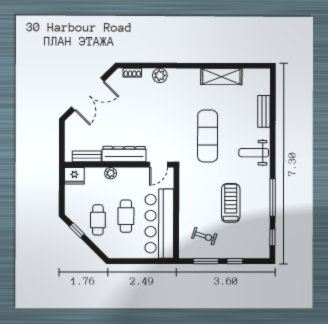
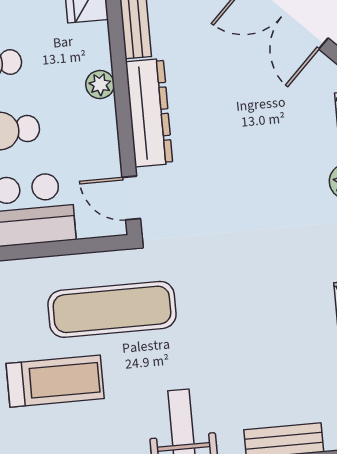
exercise mat: (208, 136) -> (112, 309), moved

